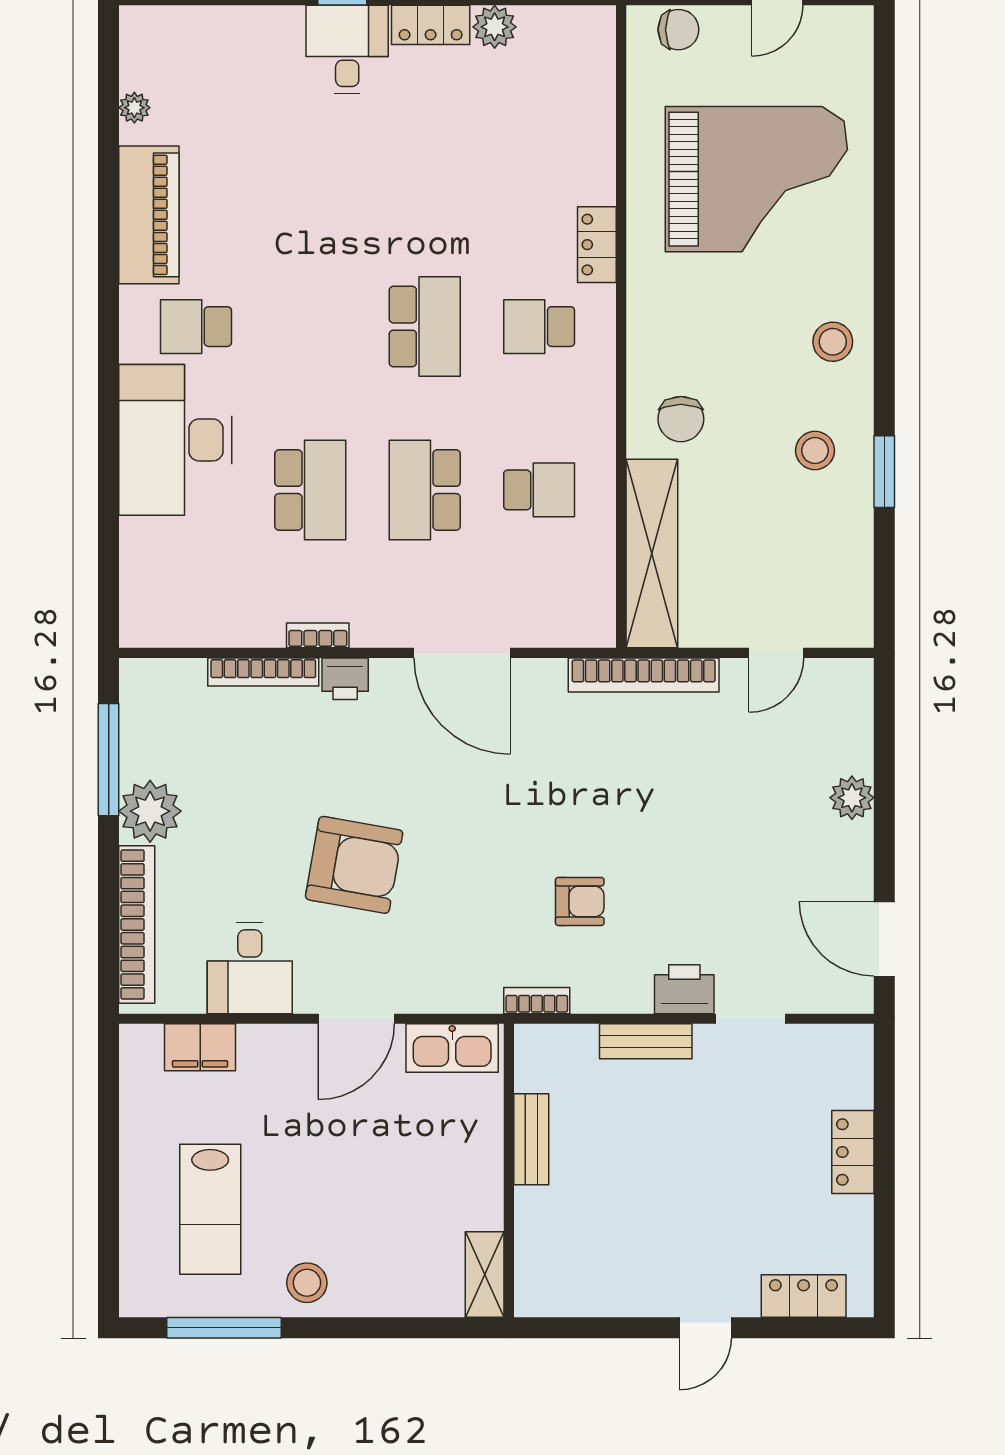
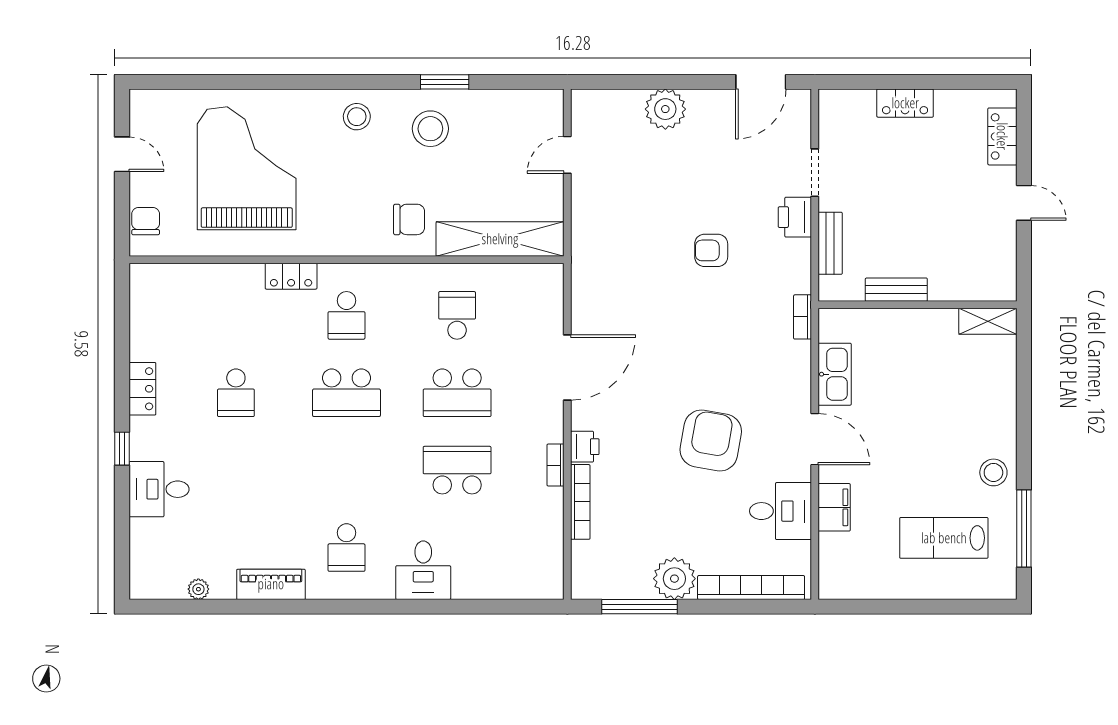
plant: (495, 27) -> (144, 345), removed
desk: (347, 49) -> (159, 489), moved
school desk: (425, 163) -> (236, 393), added
piano: (149, 215) -> (271, 584), width x0.73, depth x0.75
school desk: (425, 327) -> (346, 393), turned 180
desk: (175, 440) -> (423, 570), width x0.53, depth x0.77
stool: (815, 451) -> (430, 129), width x1.38, depth x1.38
door: (776, 653) -> (567, 155), swing flipped
bookcase: (644, 675) -> (582, 245), removed
plant: (852, 798) -> (665, 109), width x1.36, depth x1.36
armchair: (580, 901) -> (711, 250), moved, turned -90
filing cabinet: (200, 1047) -> (834, 507), moved
bench: (531, 1139) -> (896, 290), moved
wall: (509, 1171) -> (918, 305), moved
lab bench: (210, 1209) -> (944, 538), turned 180
shelving: (485, 1274) -> (988, 321), moved

